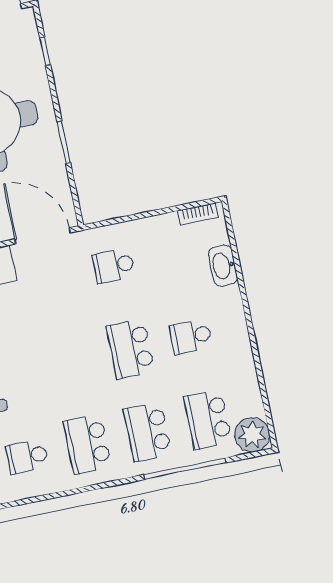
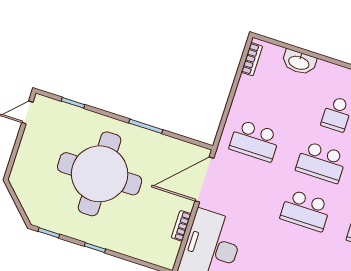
school desk: (114, 266) -> (255, 141), width x1.85
school desk: (70, 361) -> (306, 210), added

